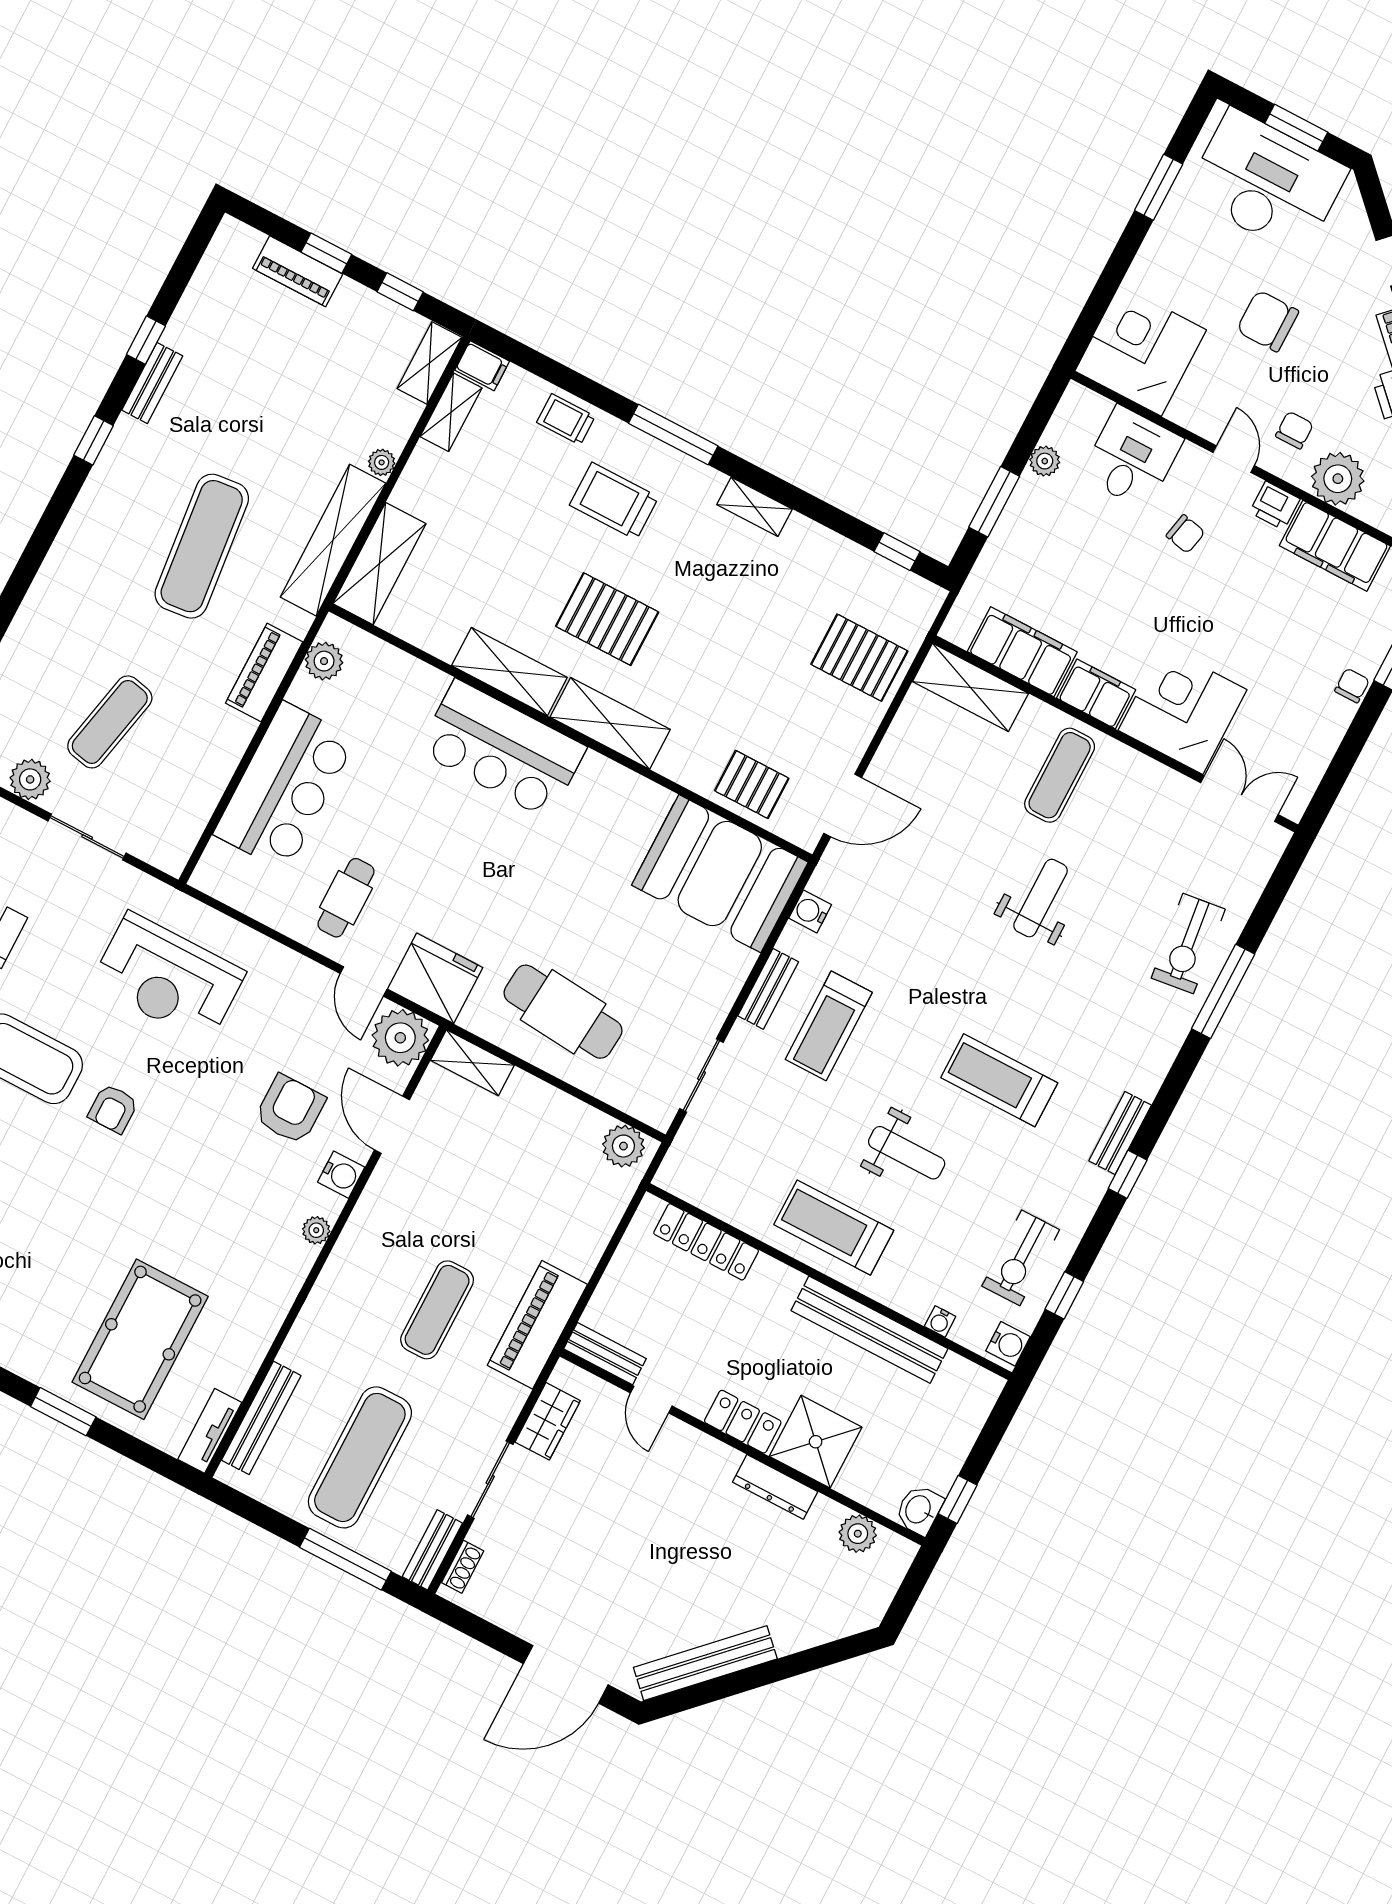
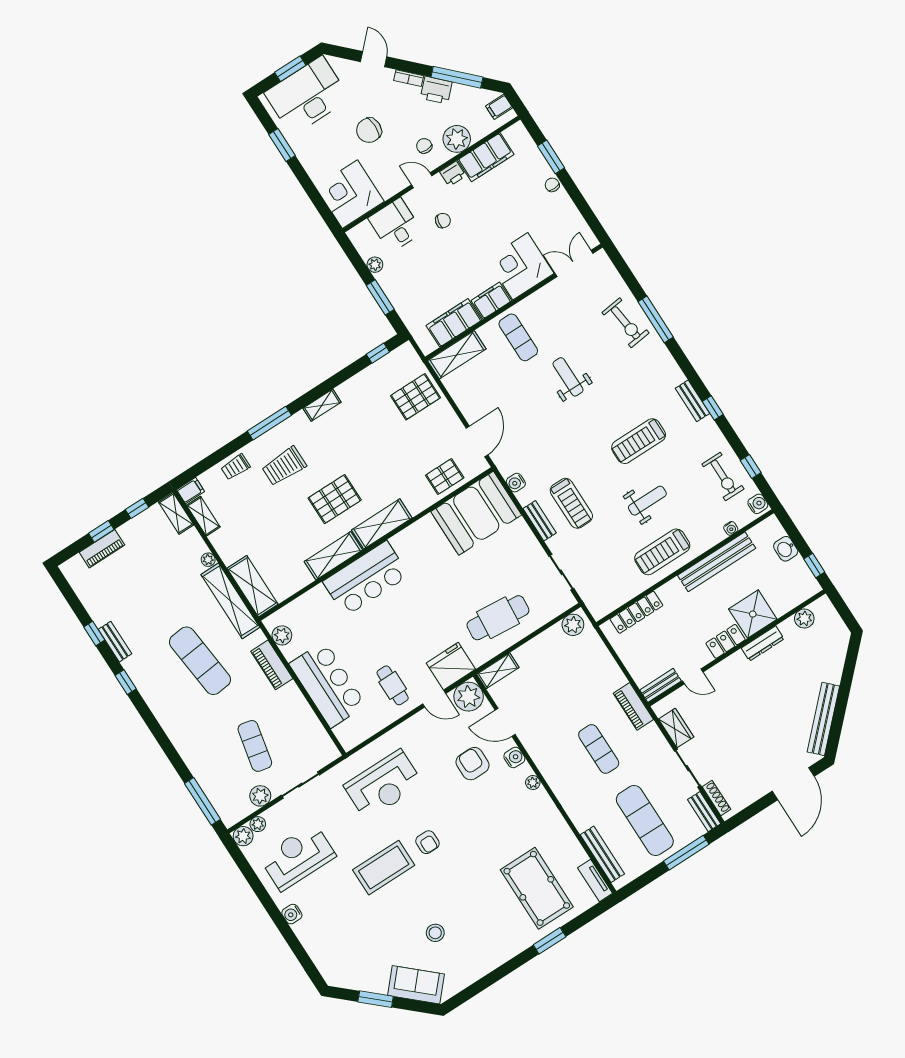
piano: (537, 1325) -> (633, 706), width x0.73, depth x0.75
washbasin: (919, 1510) -> (786, 549), moved
shoe rack: (463, 1567) -> (716, 798), width x1.43

